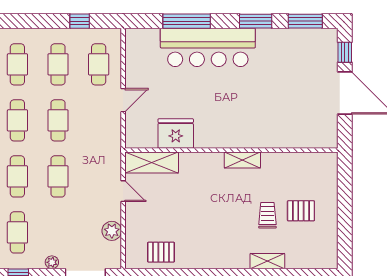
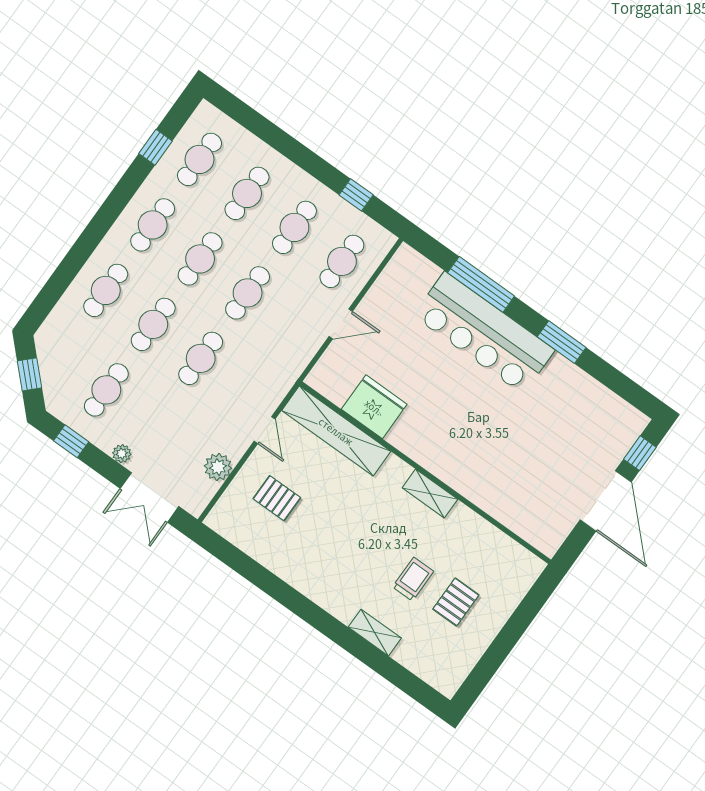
window: (305, 21) -> (620, 384), removed
shelving: (152, 163) -> (336, 431), width x1.47
pallet: (301, 211) -> (456, 602), turned 90
pallet: (161, 252) -> (277, 498), moved

